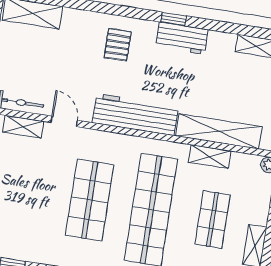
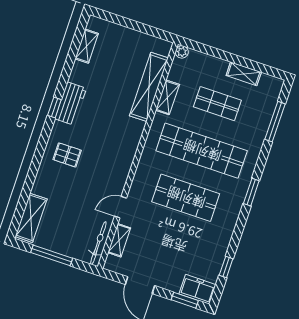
workbench: (135, 114) -> (124, 150), removed

